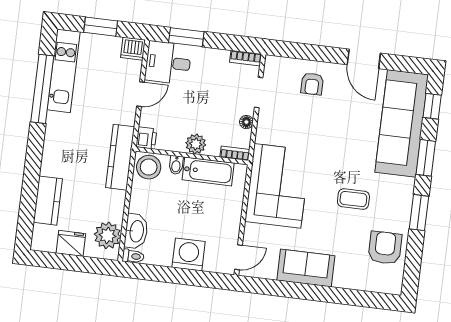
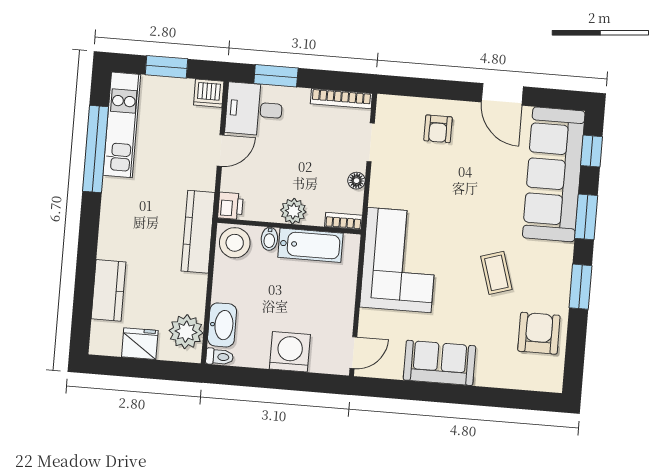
bookcase: (246, 58) -> (341, 99), width x1.56
coffee table: (353, 199) -> (496, 273), turned 73

